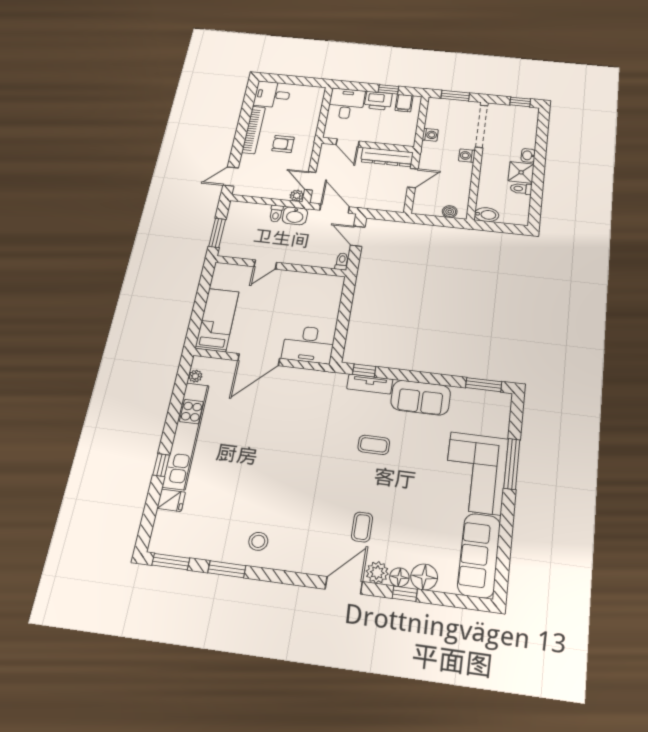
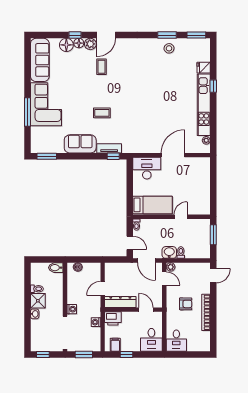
desk: (272, 95) -> (176, 341), moved, turned 90
printer: (378, 101) -> (113, 318), moved, turned 180
bed: (217, 320) -> (153, 205), moved, turned -90
stool: (258, 541) -> (169, 48), moved

